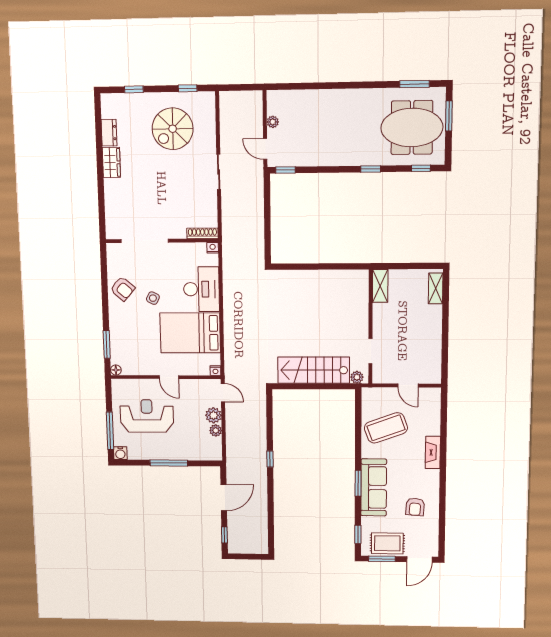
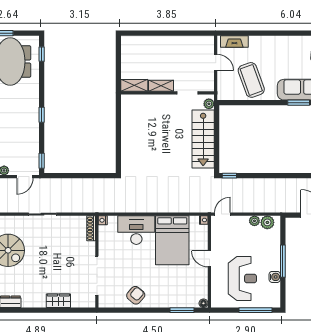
wardrobe: (111, 162) -> (58, 301), moved
window: (371, 169) -> (42, 115), moved
shelving: (436, 288) -> (161, 86), moved
side table: (153, 298) -> (144, 270), removed
door: (169, 377) -> (209, 259), swing flipped
door: (408, 385) -> (216, 62), hinge flipped
plant: (213, 415) -> (267, 222), moved
reception desk: (147, 416) -> (242, 279), turned 180
fireplace: (433, 452) -> (234, 42), moved
water cooler: (120, 453) -> (275, 277), moved
window: (270, 459) -> (229, 176), moved

